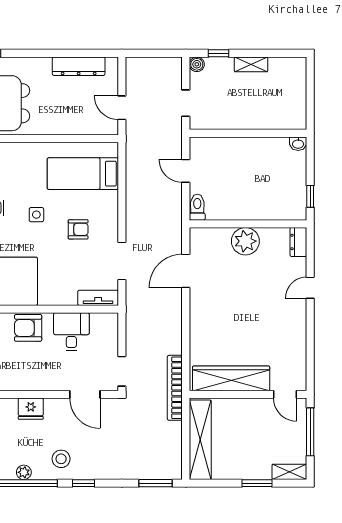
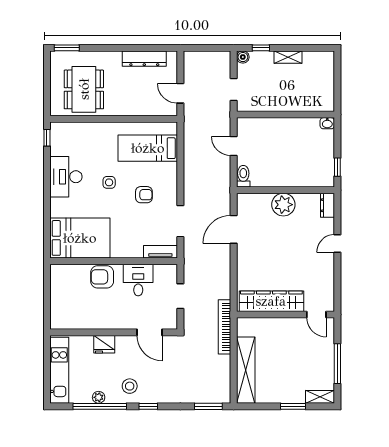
doorway: (122, 371) -> (180, 296), moved
wardrobe: (231, 378) -> (271, 301), moved
wall: (248, 394) -> (286, 315), moved
door: (285, 394) -> (316, 315), moved

